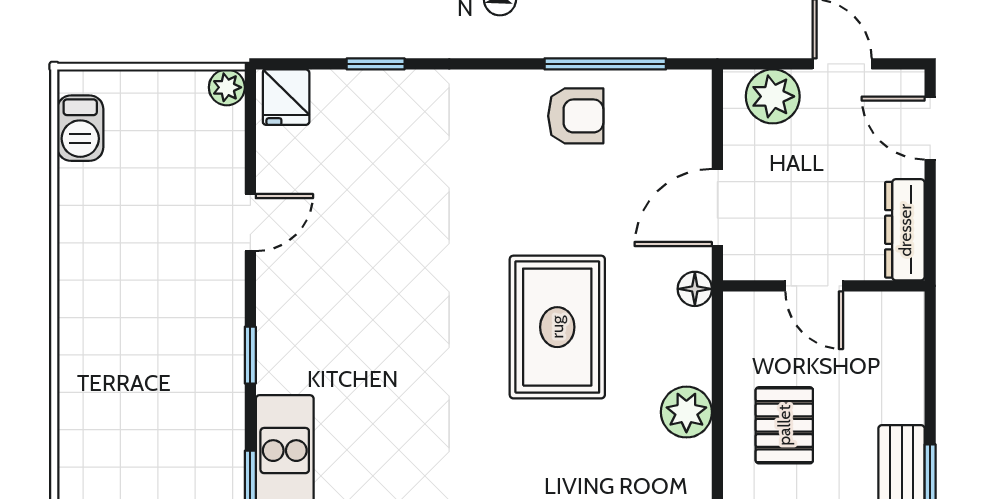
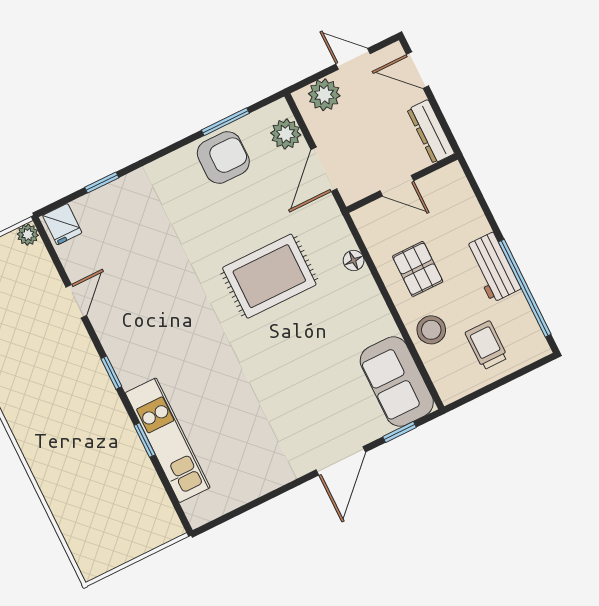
window: (605, 64) -> (225, 122), width x0.69
armchair: (576, 116) -> (223, 157), width x1.38, depth x1.38
floor lamp: (695, 289) -> (354, 261), moved
rug: (557, 327) -> (269, 276), turned 90
plant: (686, 412) -> (286, 134), moved

